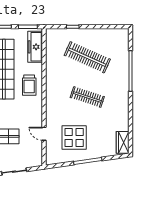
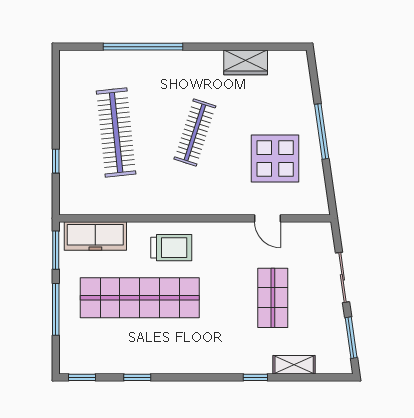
clothes rail: (87, 57) -> (116, 132), turned -30
door: (44, 134) -> (268, 218), hinge flipped
wardrobe: (123, 142) -> (246, 62), moved

